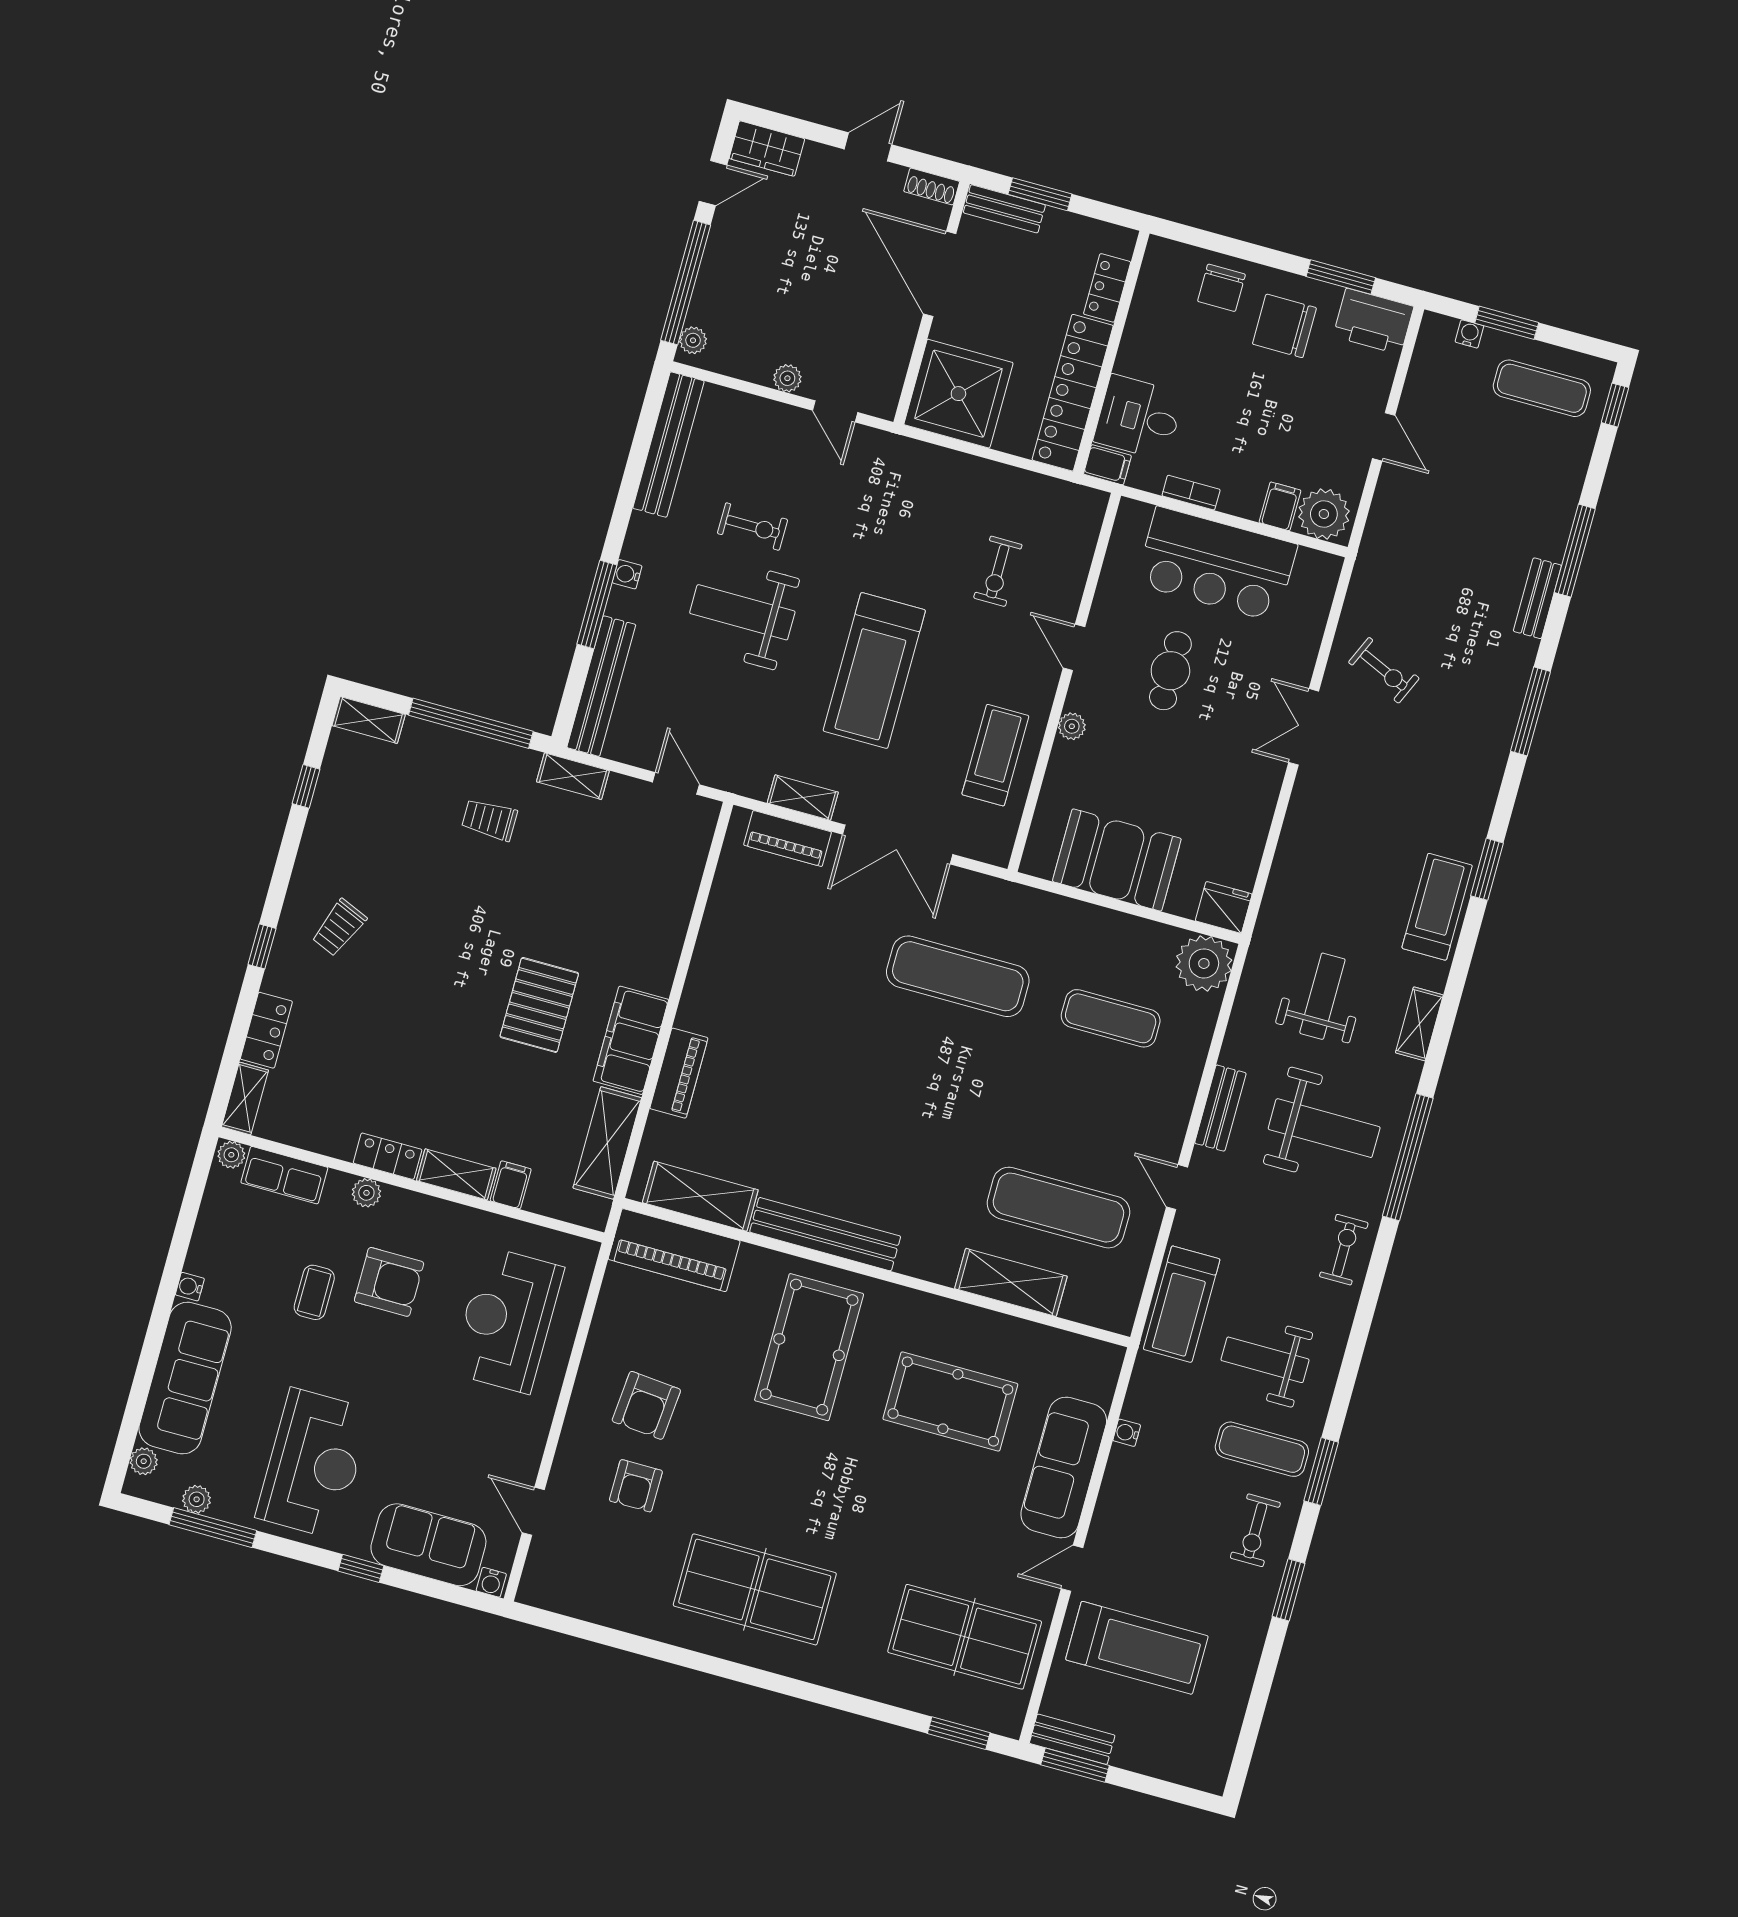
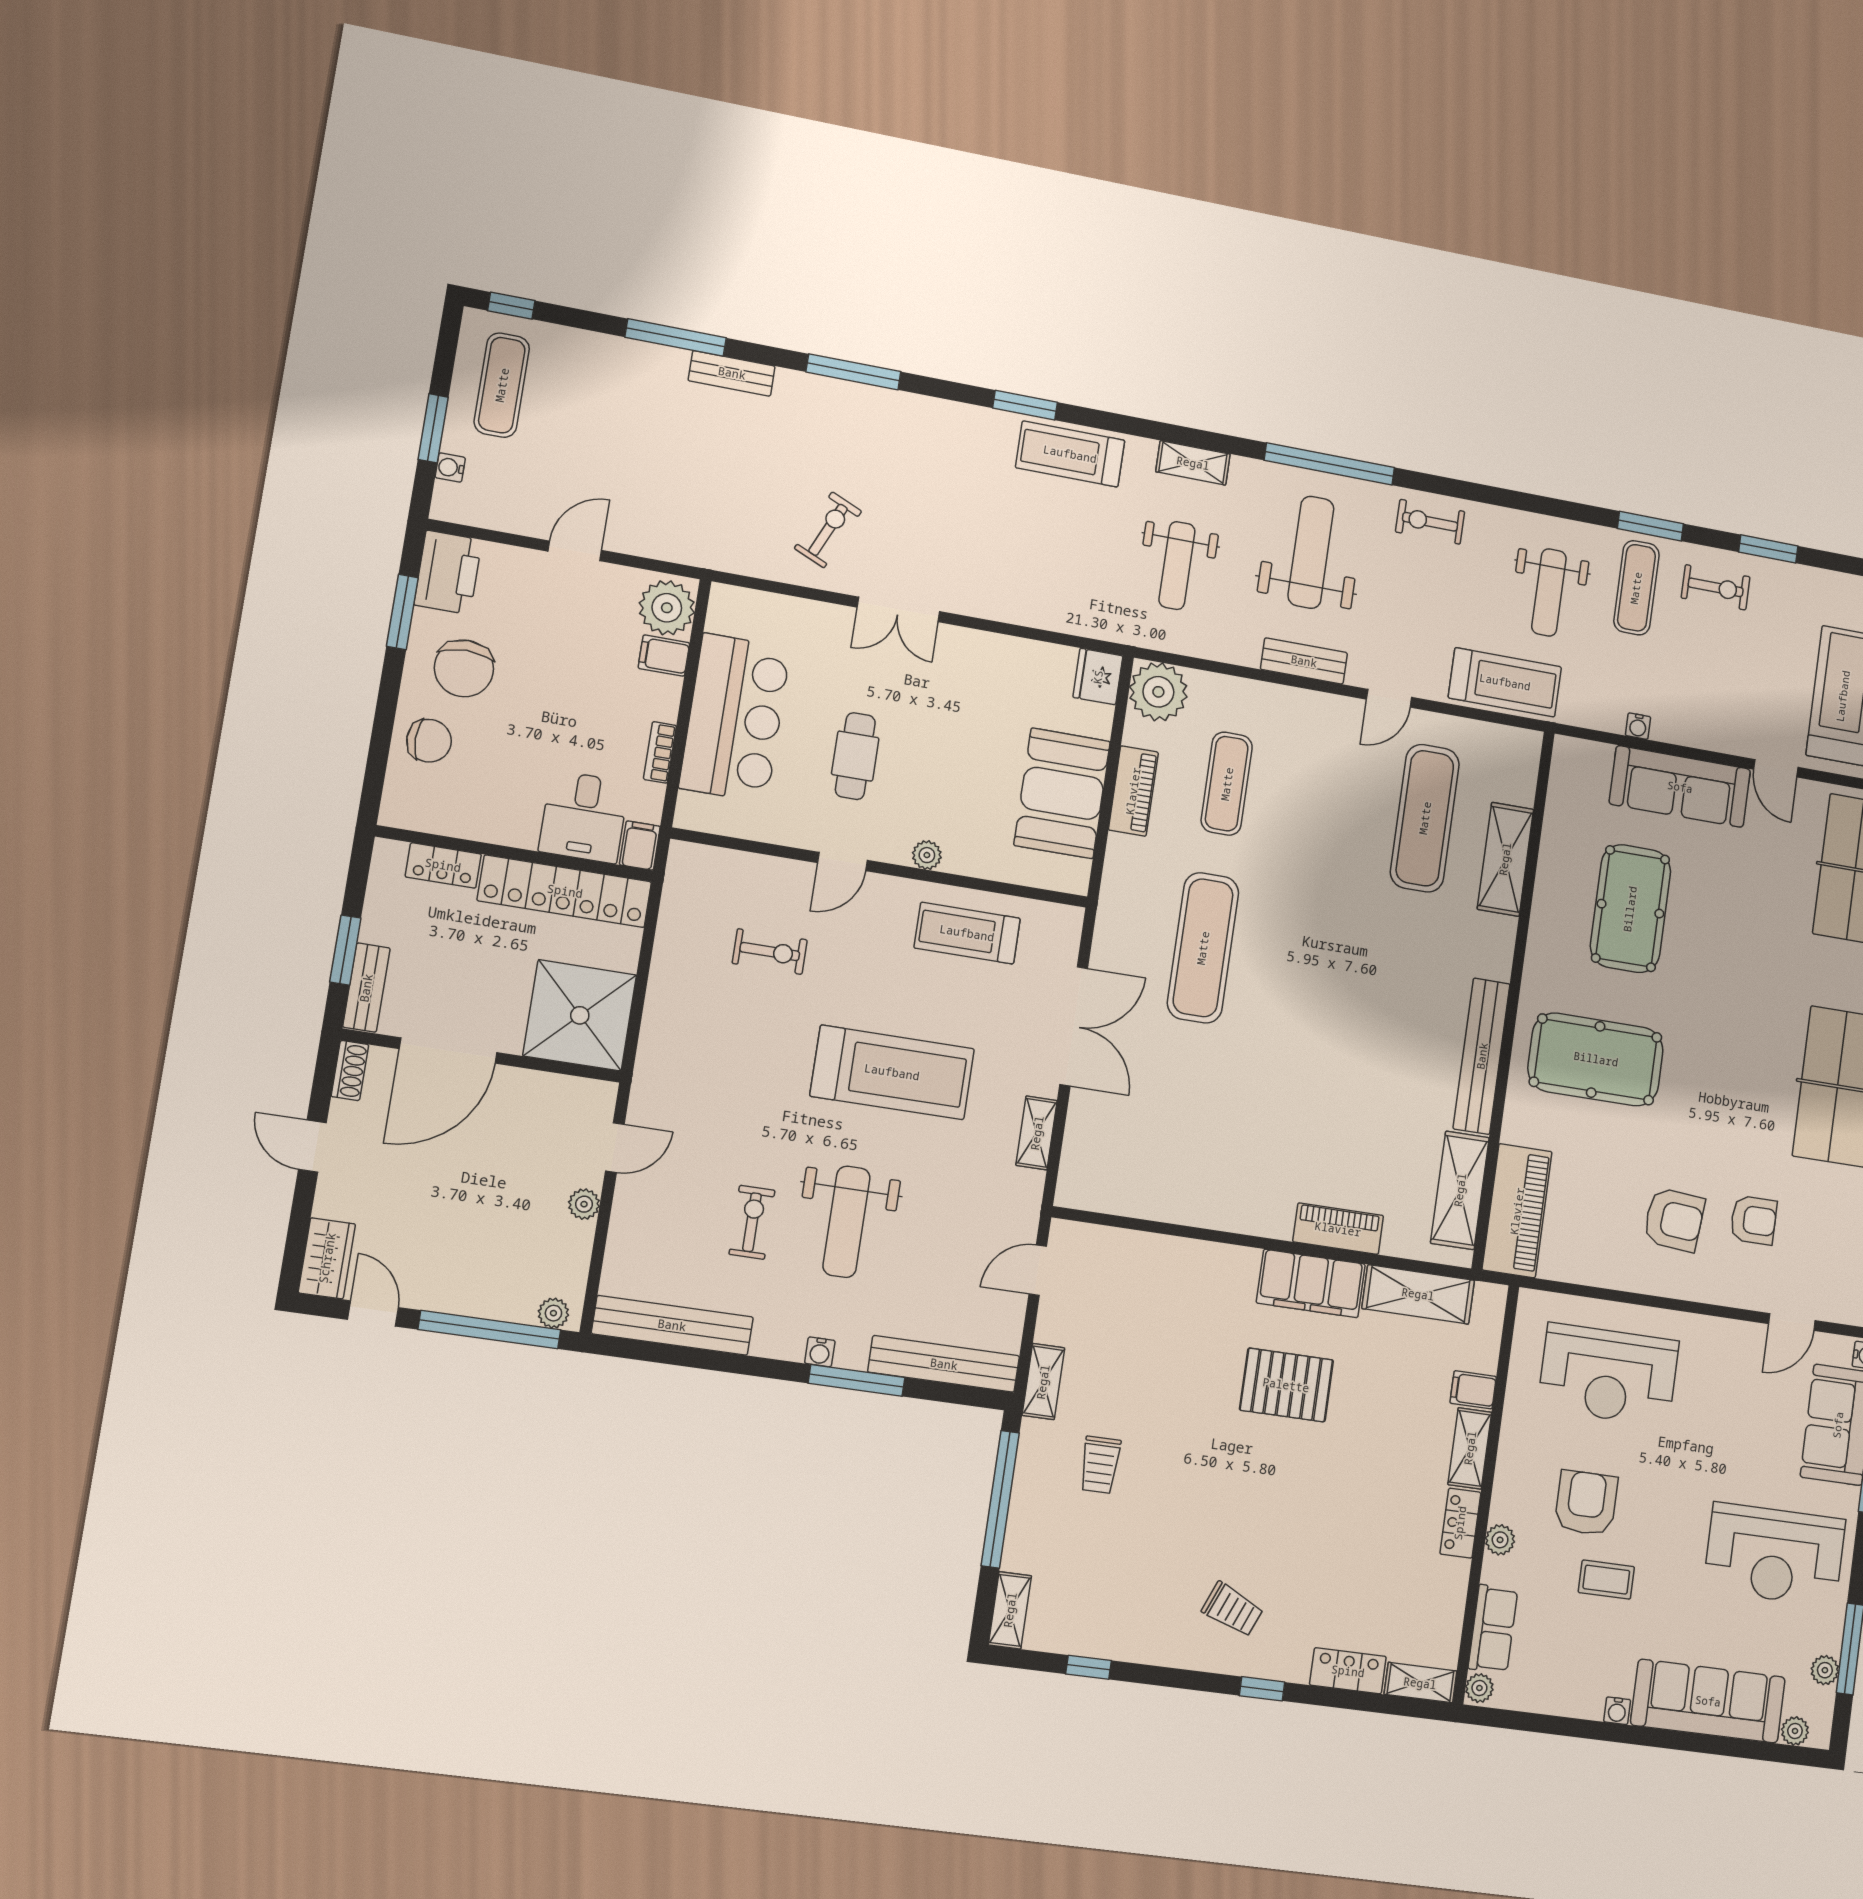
cafe table: (1170, 671) -> (855, 756), turned 90
piano: (788, 839) -> (1133, 791), moved
weight bench: (1322, 996) -> (1177, 566), turned -90
reception desk: (314, 1463) -> (1775, 1555), turned 180

